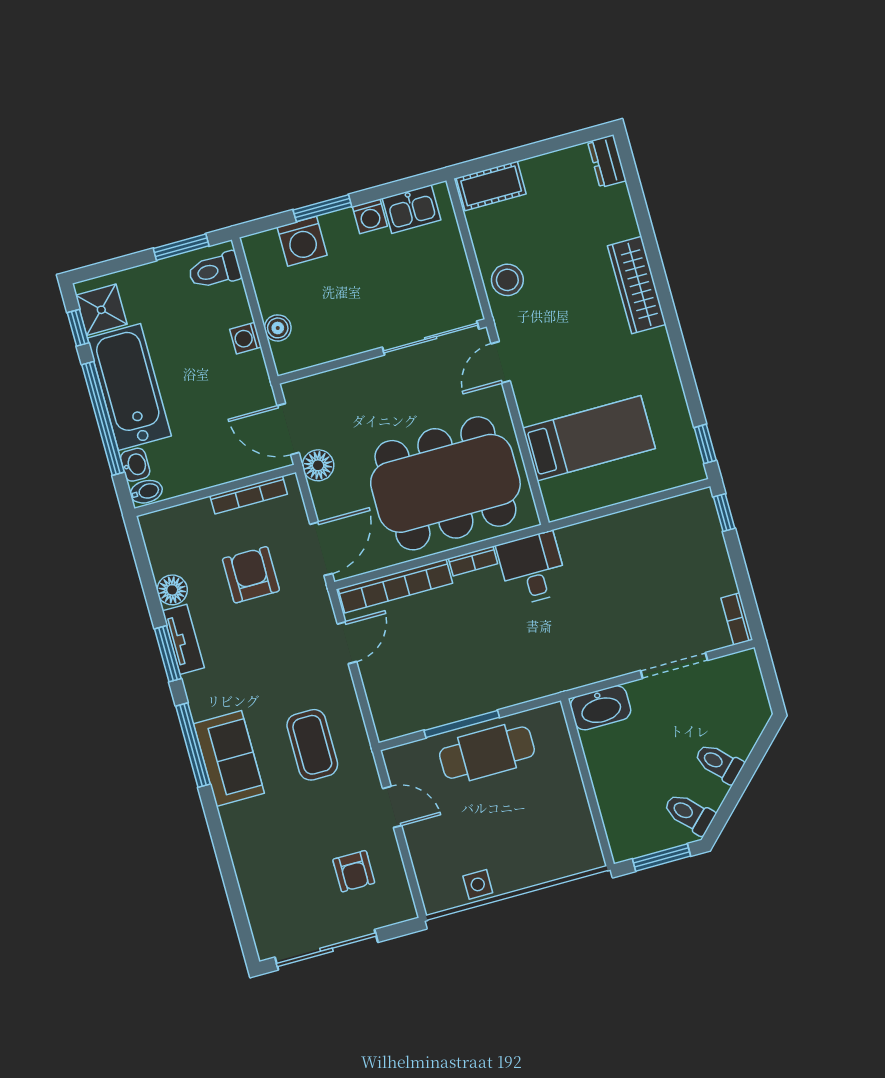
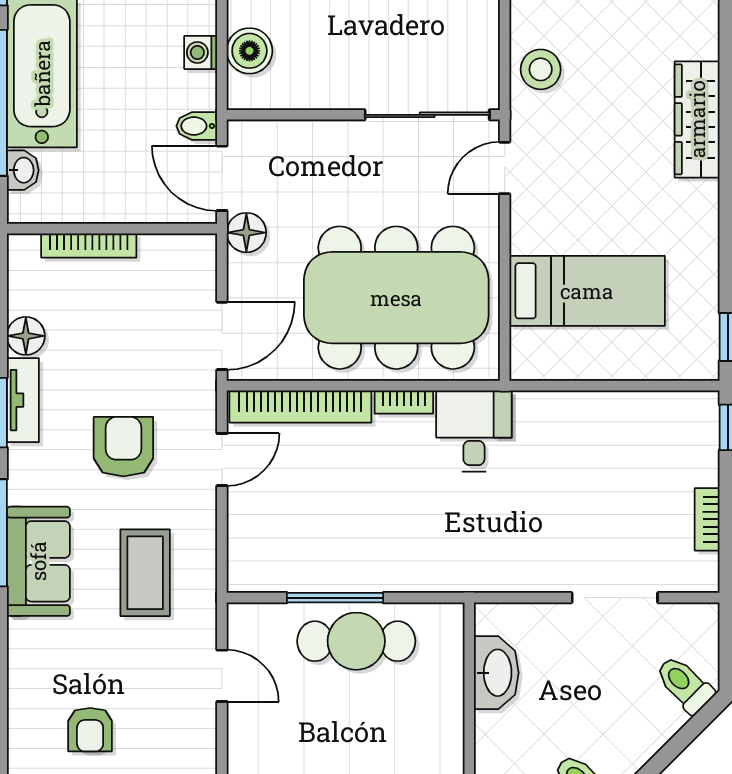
boiler: (278, 328) -> (249, 51), width x1.36, depth x1.36
bidet: (146, 492) -> (197, 126), moved, turned 180
bookcase: (249, 495) -> (89, 246), moved
armchair: (251, 575) -> (123, 447), moved
bookcase: (737, 619) -> (707, 519), moved
washbasin: (601, 708) -> (496, 673), moved, turned -90
toilet: (719, 763) -> (684, 684), moved
armchair: (354, 871) -> (90, 730), moved

